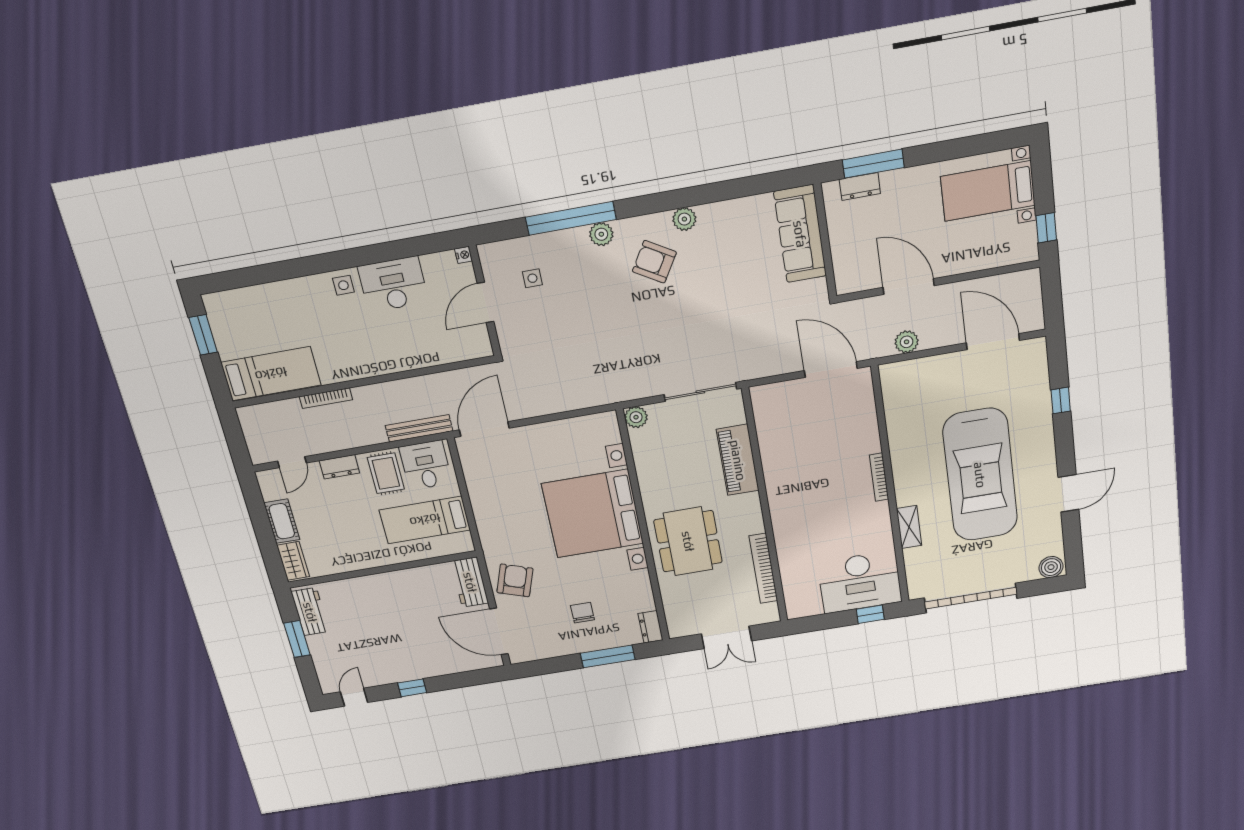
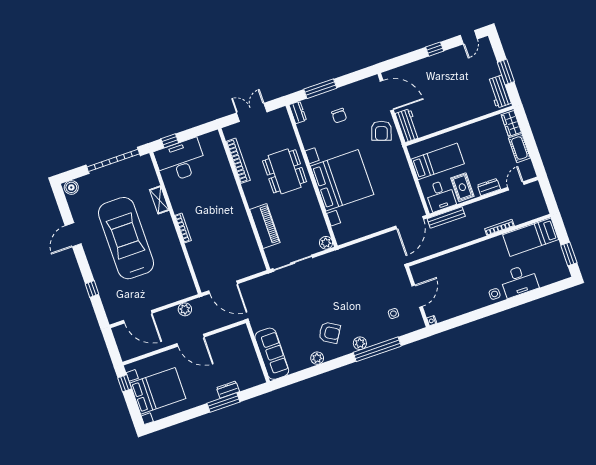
bed with nightstands: (988, 191) -> (158, 391), width x1.36
sofa: (800, 234) -> (272, 354), moved
wall: (825, 241) -> (258, 352), moved
desk: (393, 284) -> (519, 281), moved

